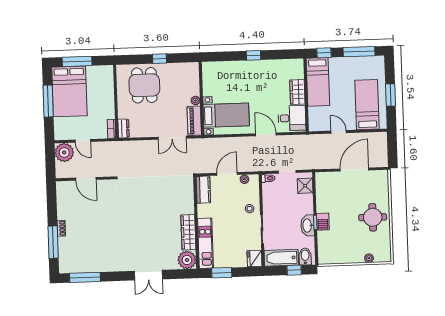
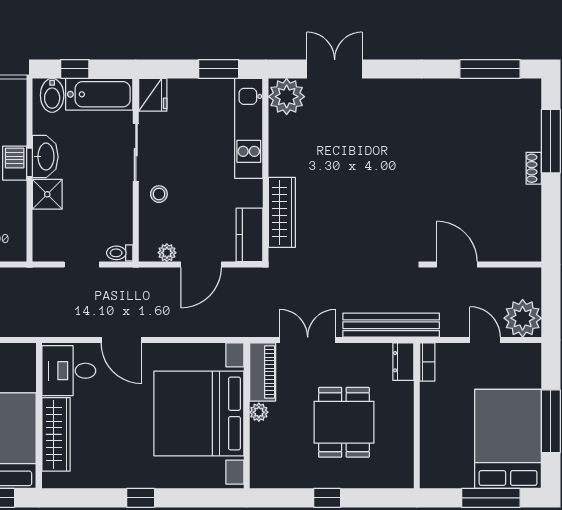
dining table: (144, 85) -> (344, 422), moved
wardrobe: (297, 92) -> (56, 434), width x1.50
bed with nightstands: (226, 115) -> (199, 413), width x1.85
bench: (130, 147) -> (391, 325), added
door: (86, 179) -> (457, 265), moved
shower: (305, 186) -> (47, 194), moved
wardrobe: (188, 232) -> (282, 212), moved
double door: (148, 275) -> (335, 69), moved

